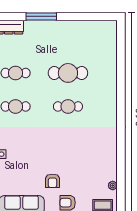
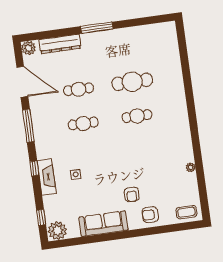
plant: (113, 185) -> (191, 167), moved

